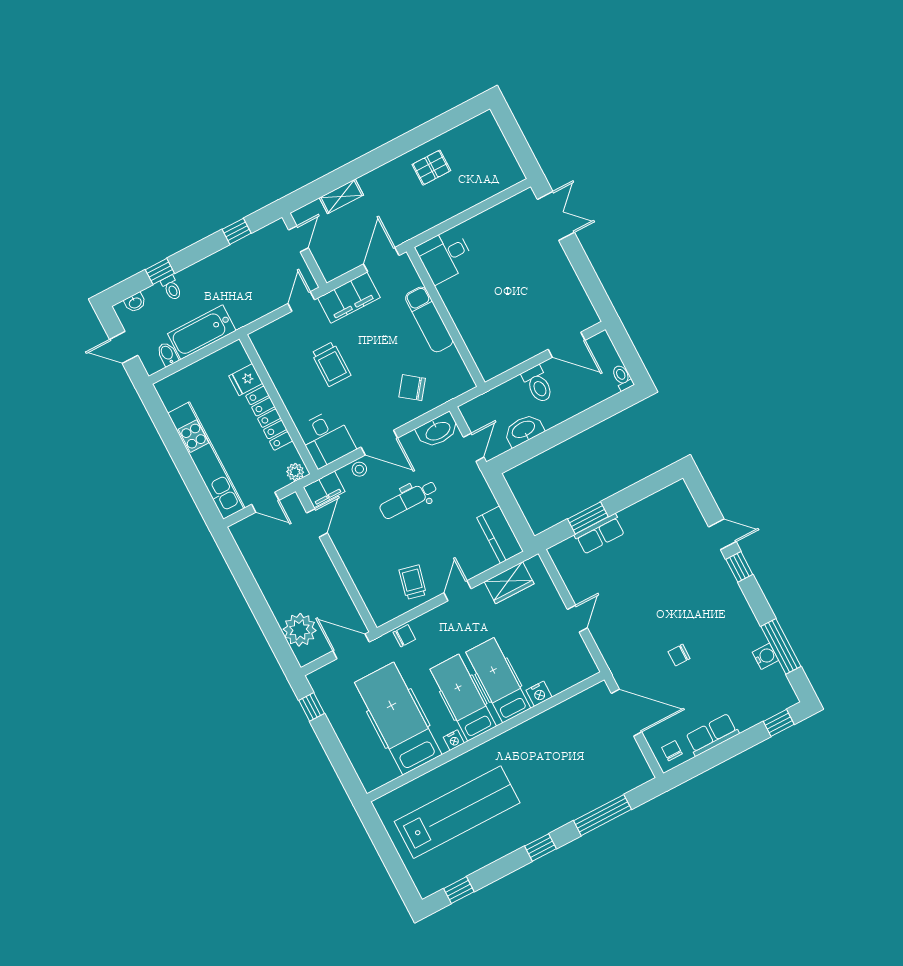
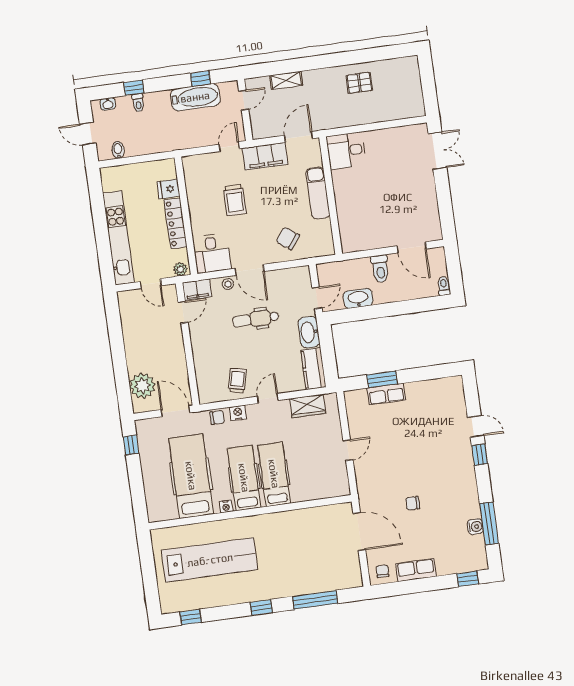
bathtub: (202, 332) -> (195, 97), moved, turned 180
washbasin: (438, 431) -> (309, 332), moved, turned 90
nightstand: (539, 694) -> (238, 413), moved, turned 180

